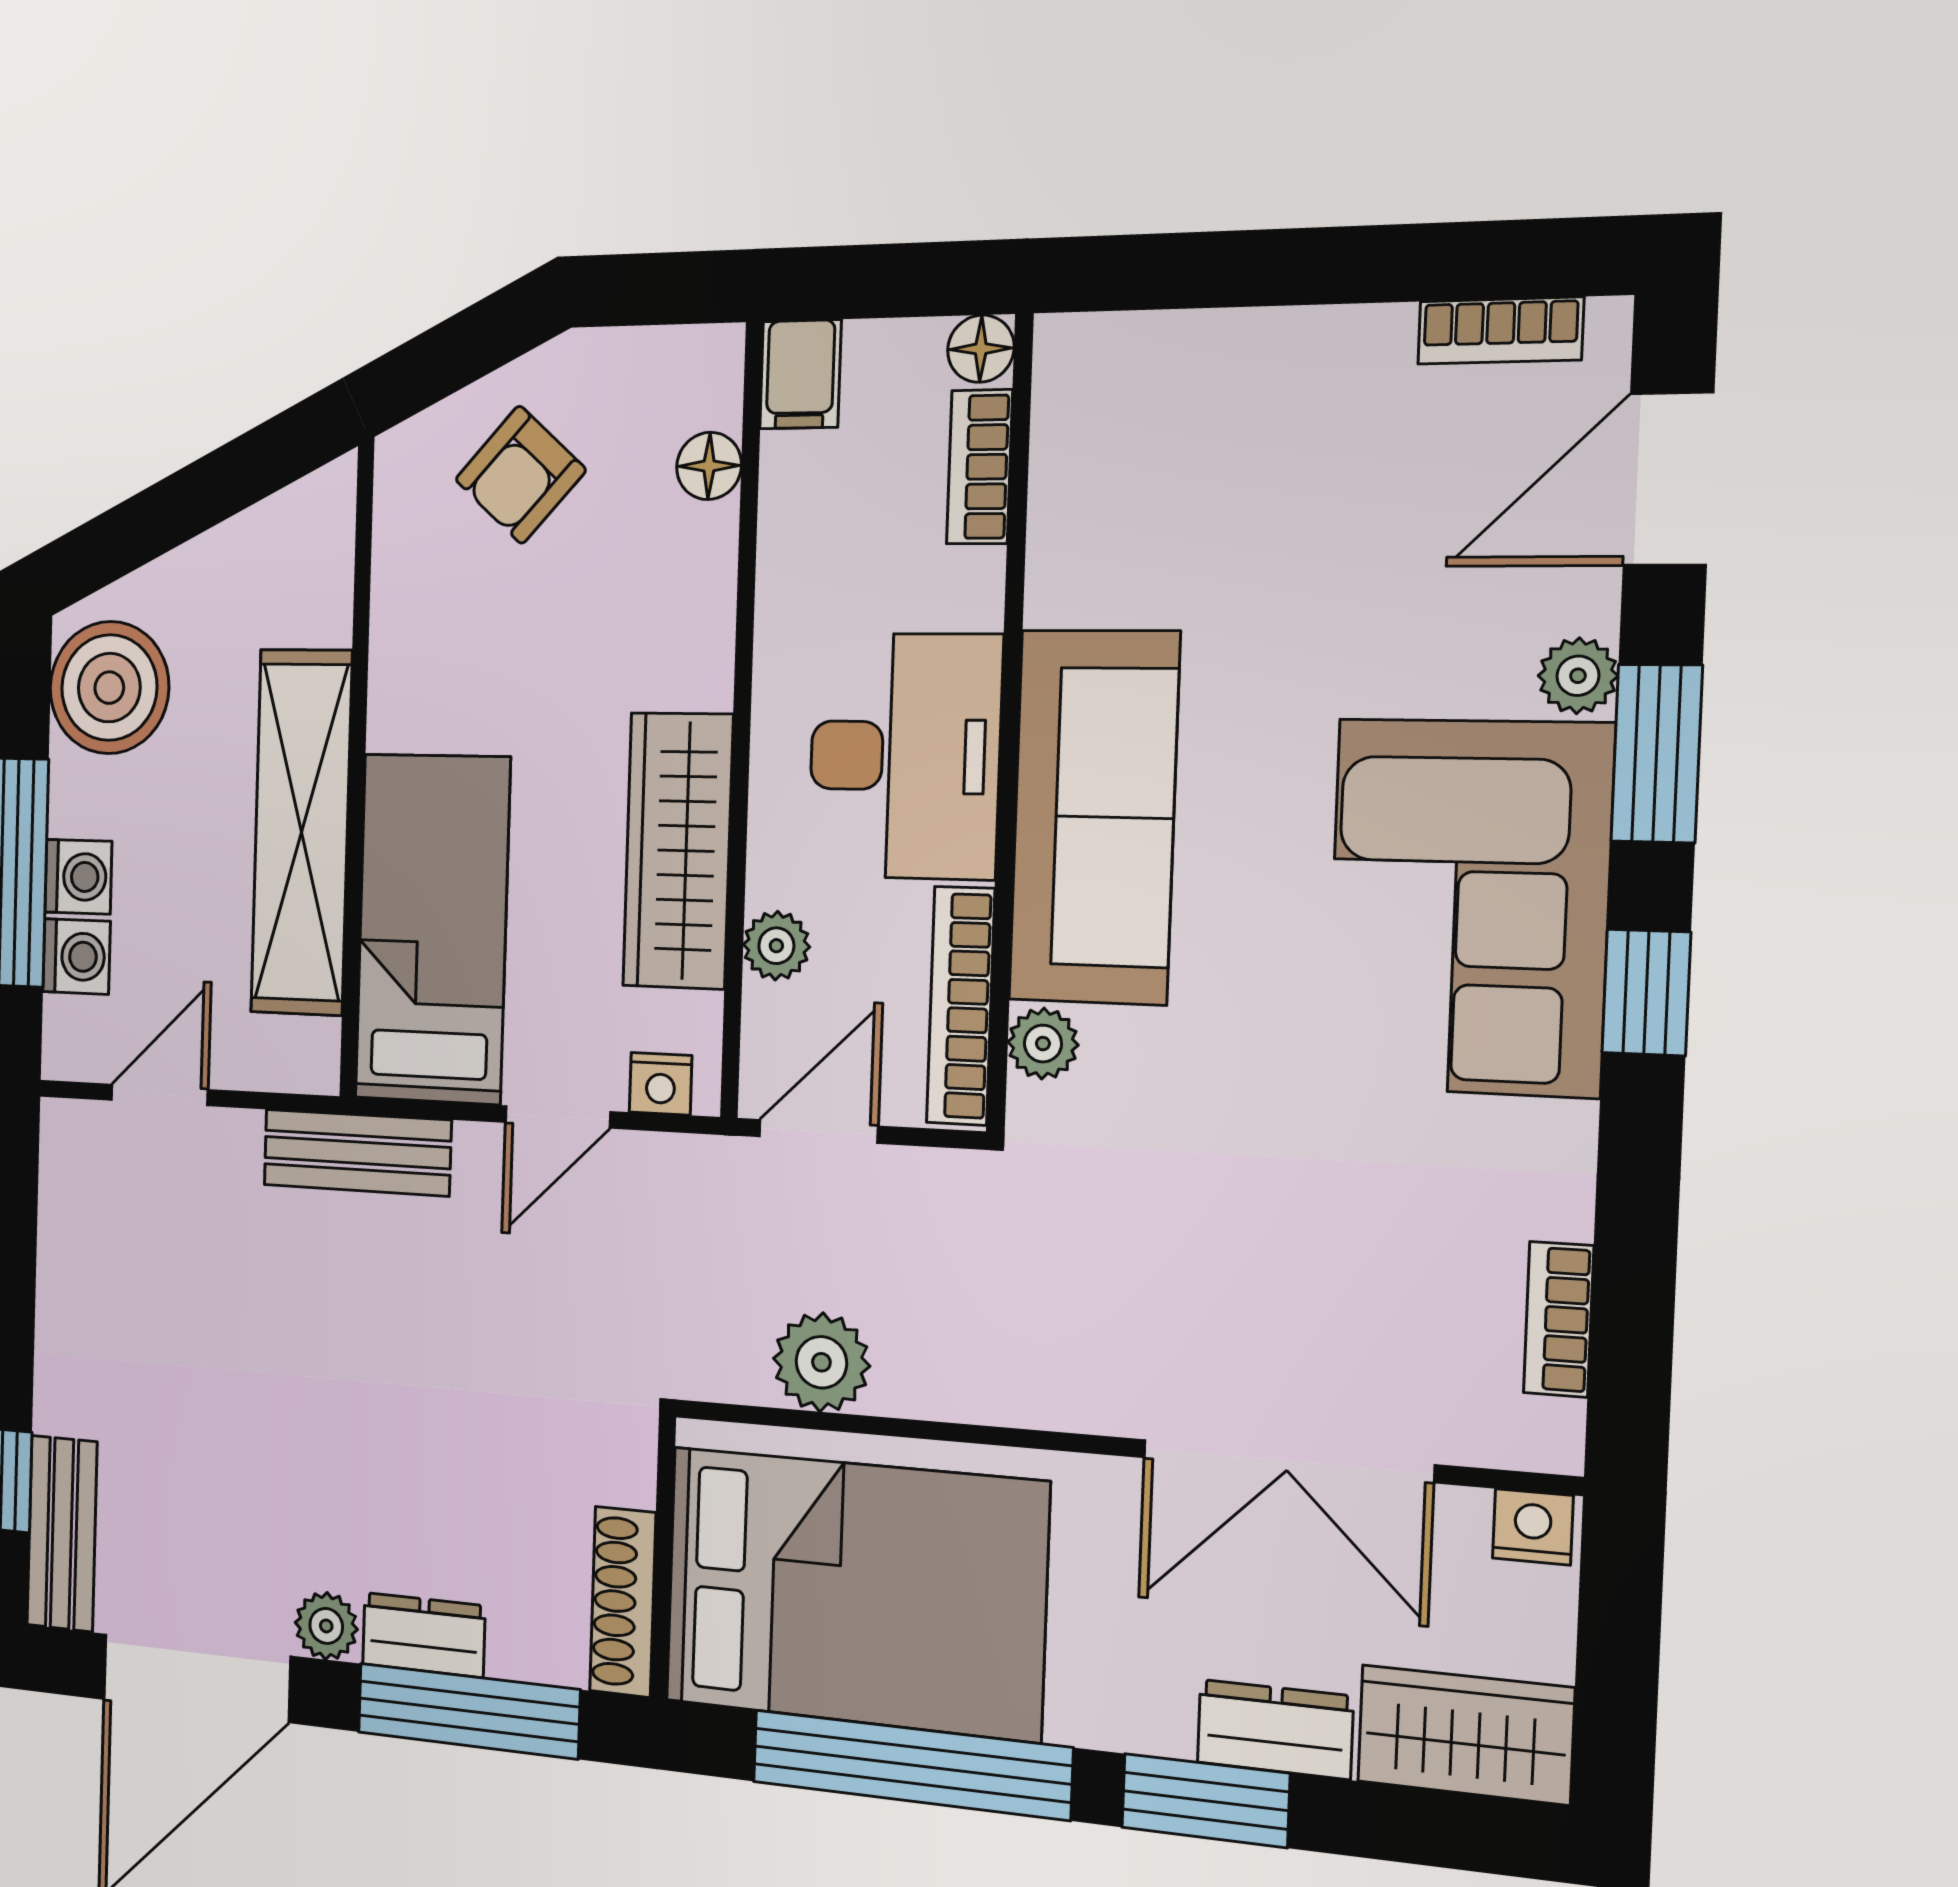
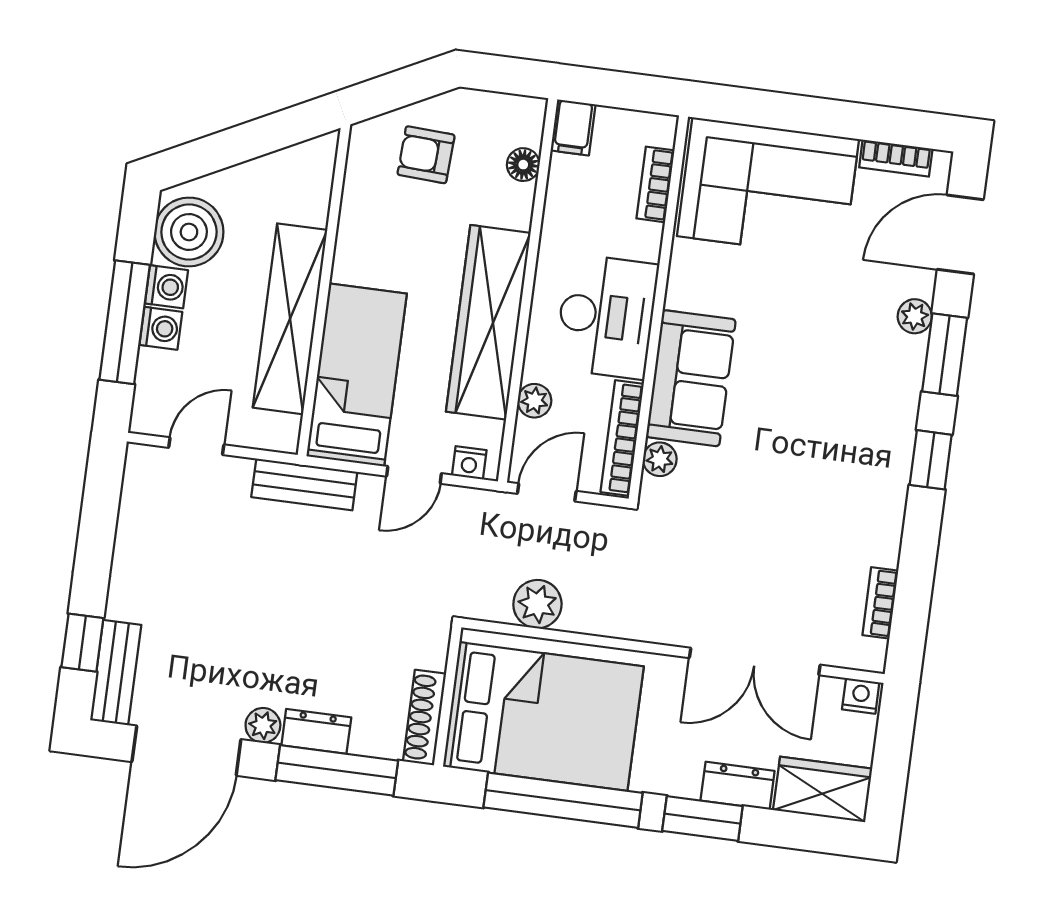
floor lamp: (981, 349) -> (661, 129), removed
armchair: (521, 475) -> (426, 155), turned 51
sofa: (1094, 817) -> (691, 378), width x0.73
wardrobe: (678, 851) -> (488, 322), width x1.40, depth x1.17
corner sofa: (1469, 907) -> (768, 188), moved, turned -90
washing machine: (76, 957) -> (166, 287), moved

